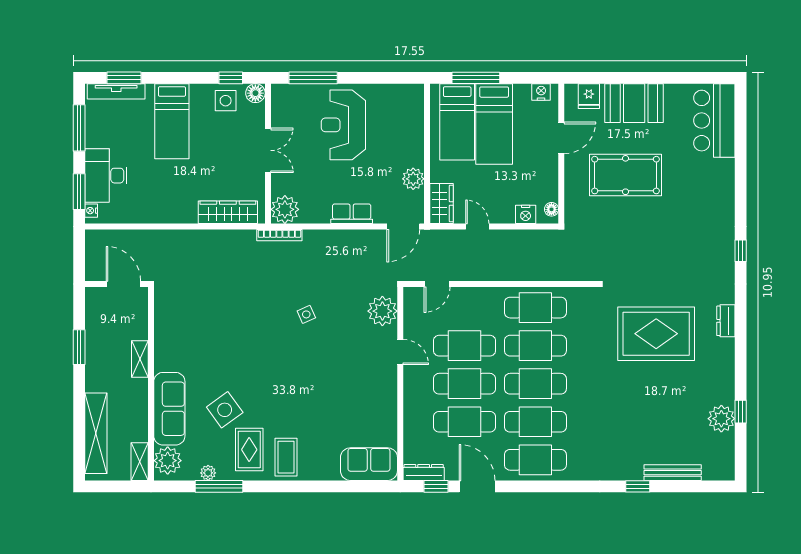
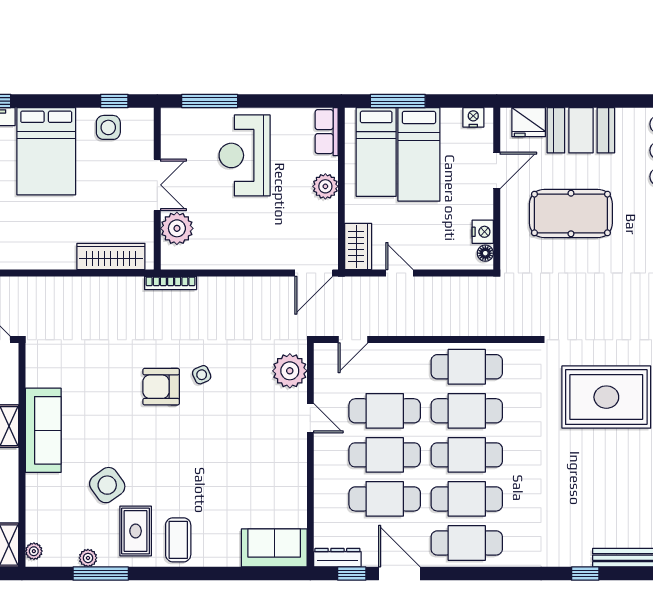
floor lamp: (255, 93) -> (143, 119), removed
fridge: (589, 96) -> (529, 122), width x1.38
bed: (172, 121) -> (46, 151), width x1.50
plant: (413, 179) -> (325, 186), moved
plant: (285, 209) -> (177, 228), moved
row of seats: (352, 214) -> (327, 132), moved, turned -90
nightstand: (526, 214) -> (483, 232), moved, turned -90
armchair: (271, 325) -> (161, 387), added
sofa: (169, 409) -> (43, 430), moved
plant: (168, 461) -> (34, 551), width x0.53, depth x0.53

